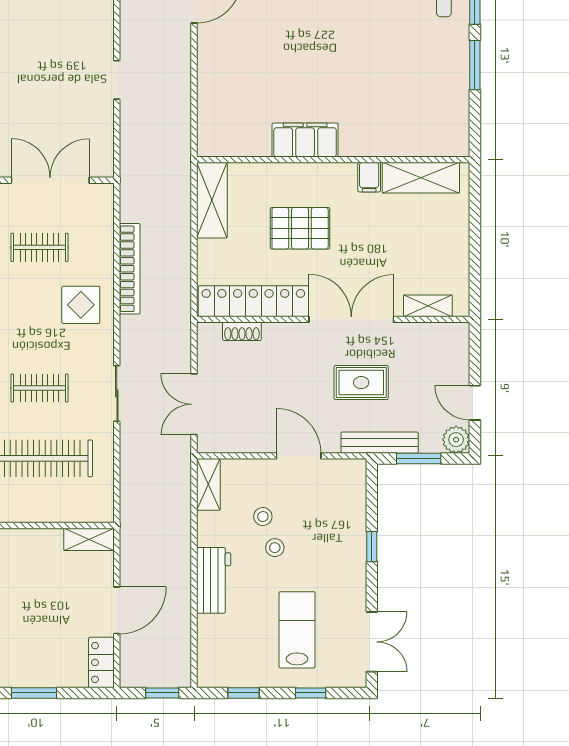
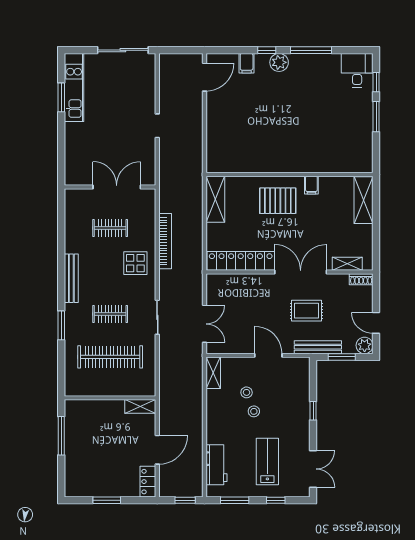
filing cabinet: (305, 140) -> (272, 162), removed
shelving: (421, 178) -> (363, 200), moved, turned 90
pallet: (300, 228) -> (278, 201), moved
shoe rack: (242, 331) -> (361, 279), moved
double door: (194, 404) -> (204, 324), swing flipped
workbench: (214, 580) -> (216, 465), moved
window: (243, 693) -> (235, 500), width x1.50

